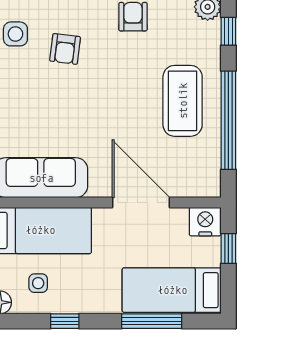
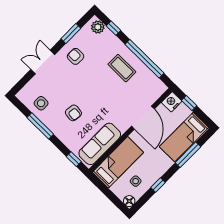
armchair: (65, 49) -> (73, 113), moved
coffee table: (183, 101) -> (122, 68), width x0.73, depth x0.76
door: (141, 202) -> (143, 118), swing flipped

